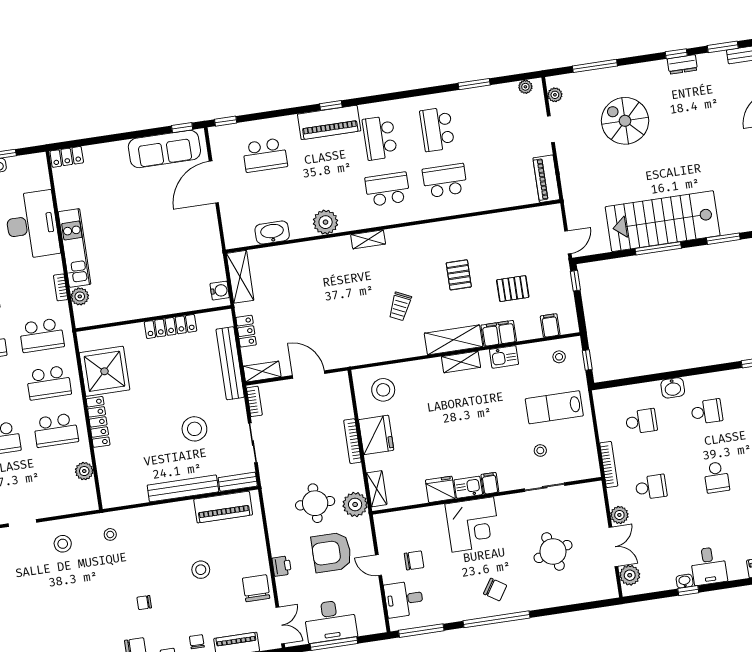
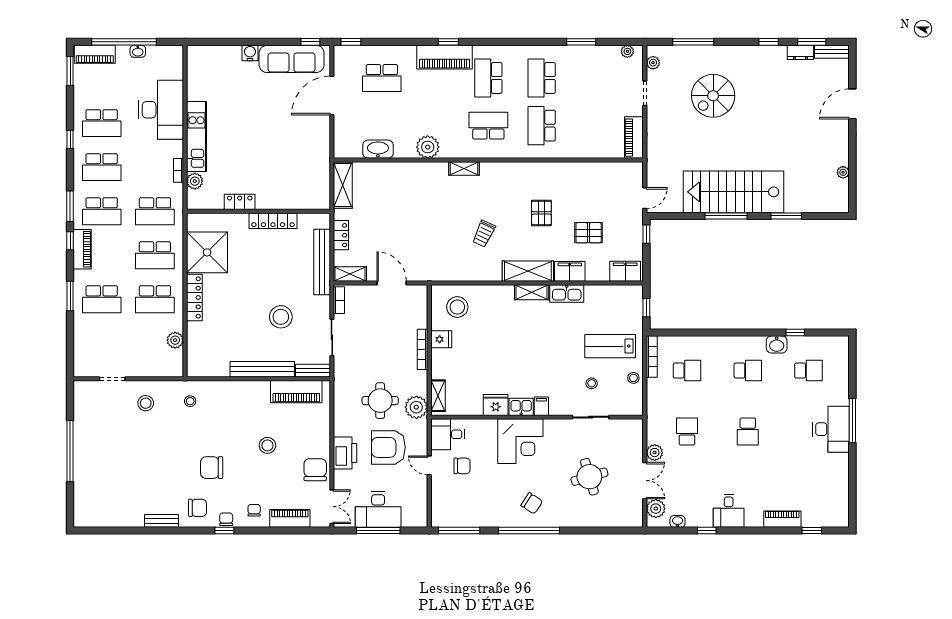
dresser: (682, 64) -> (800, 52), moved
spiral stairs: (625, 121) -> (713, 96), turned -90
locker: (67, 157) -> (240, 202), moved, turned 180
school desk: (445, 181) -> (542, 126), turned -90
water cooler: (220, 291) -> (250, 53), moved, turned -90
filing cabinet: (550, 326) -> (625, 271), width x2.00
kitchen sink: (504, 357) -> (567, 294), width x1.38
stool: (559, 357) -> (633, 378), moved
washbasin: (673, 388) -> (777, 344), moved
fridge: (376, 435) -> (441, 339), width x0.53, depth x0.75
bookcase: (609, 464) -> (652, 357), moved
school desk: (651, 487) -> (687, 432), turned -90
printer: (282, 566) -> (345, 453), width x1.87, depth x1.48
washbasin: (685, 581) -> (678, 521), moved
desk: (404, 599) -> (448, 434), moved
chair: (144, 603) -> (212, 468), width x1.87, depth x1.87

